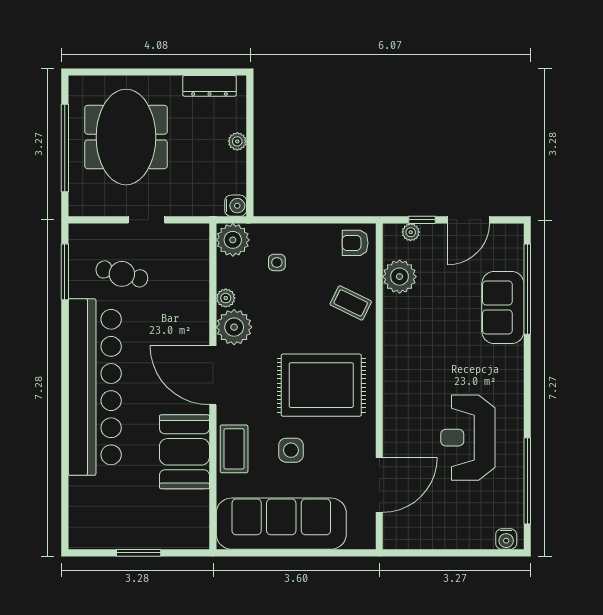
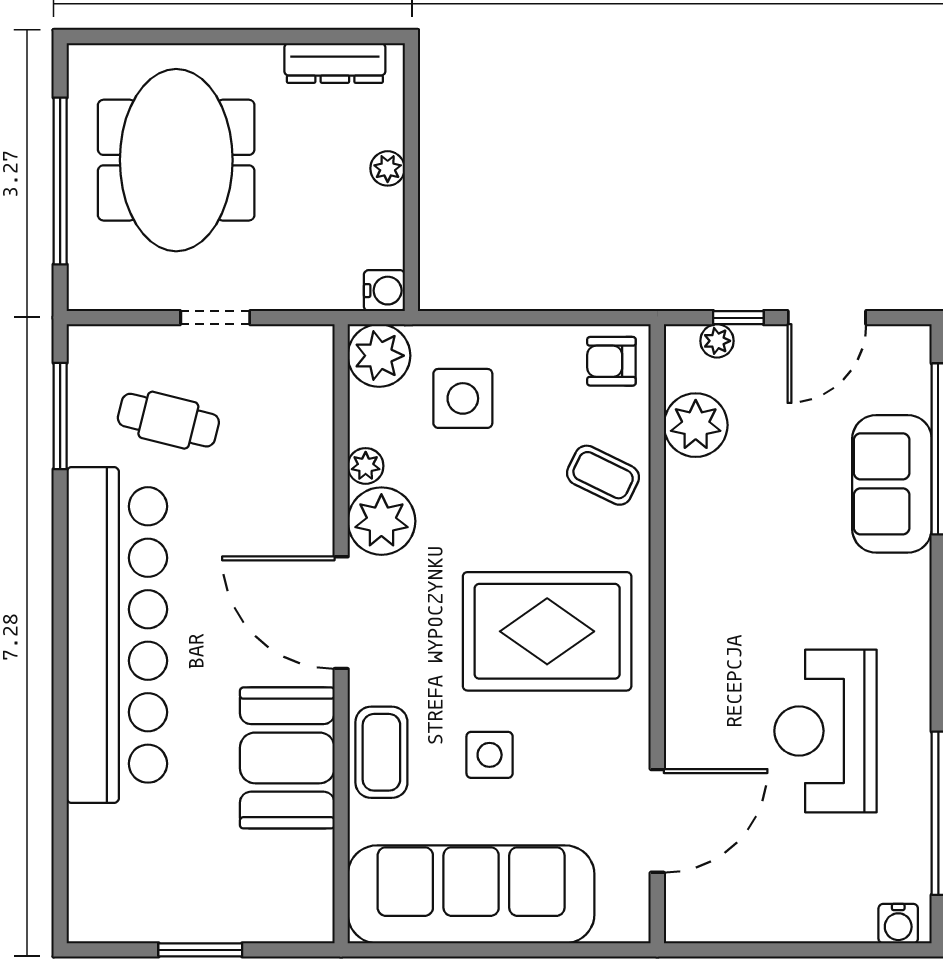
side table: (277, 262) -> (463, 398), width x1.87, depth x1.87

